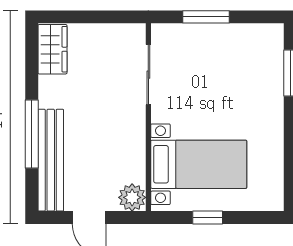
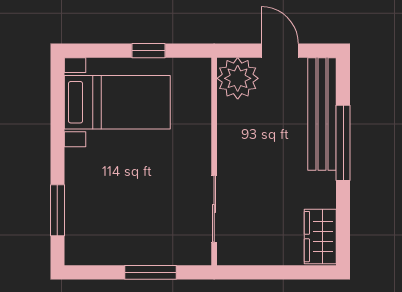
bed with nightstands: (199, 164) -> (117, 102), moved, turned 180
plant: (132, 197) -> (238, 78), width x1.36, depth x1.36

